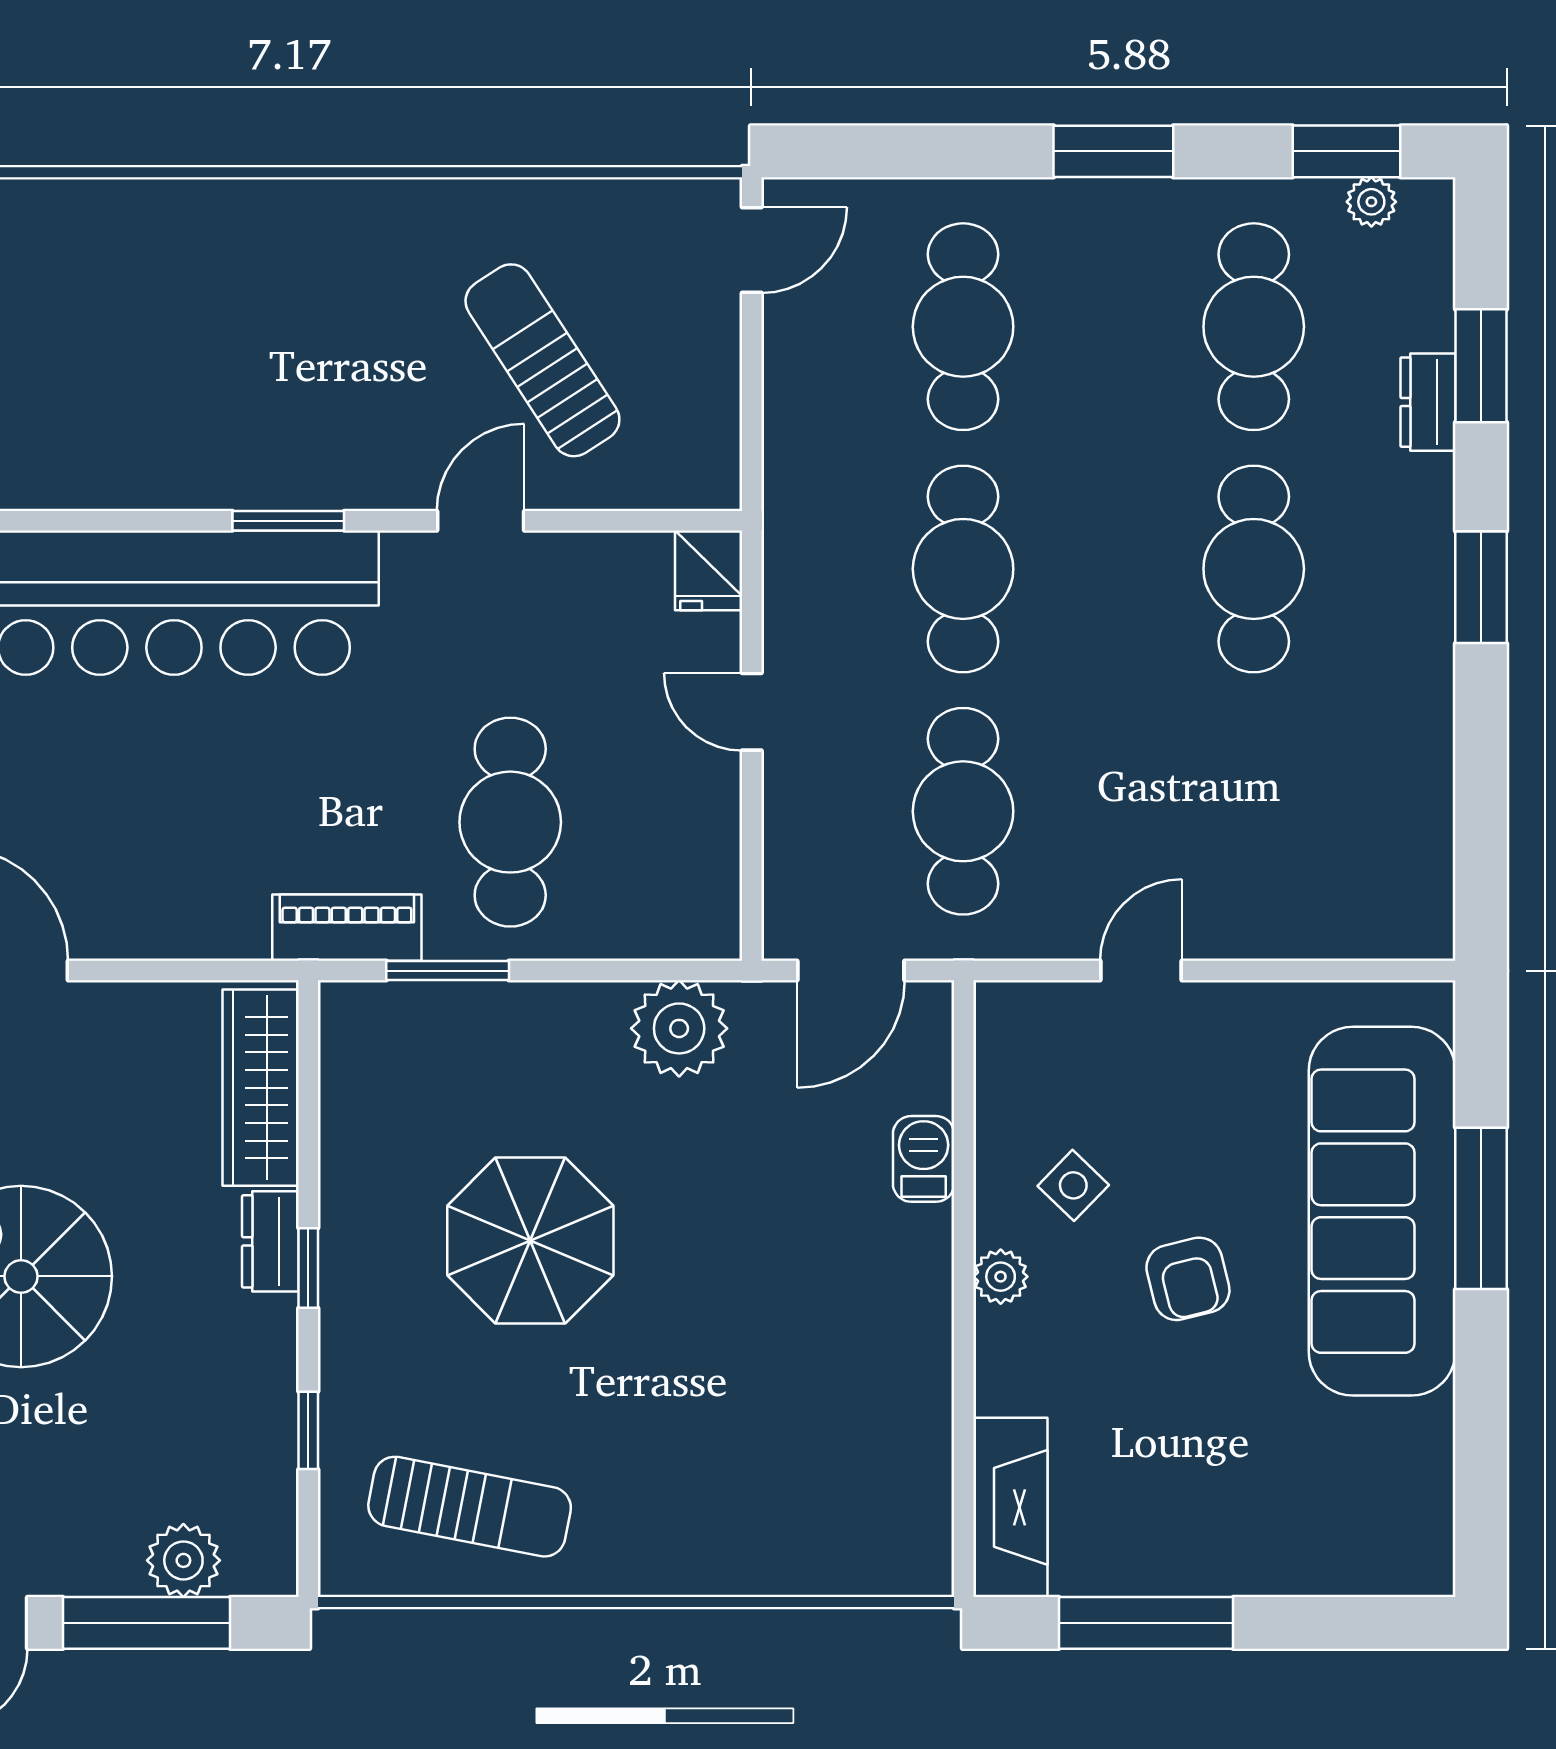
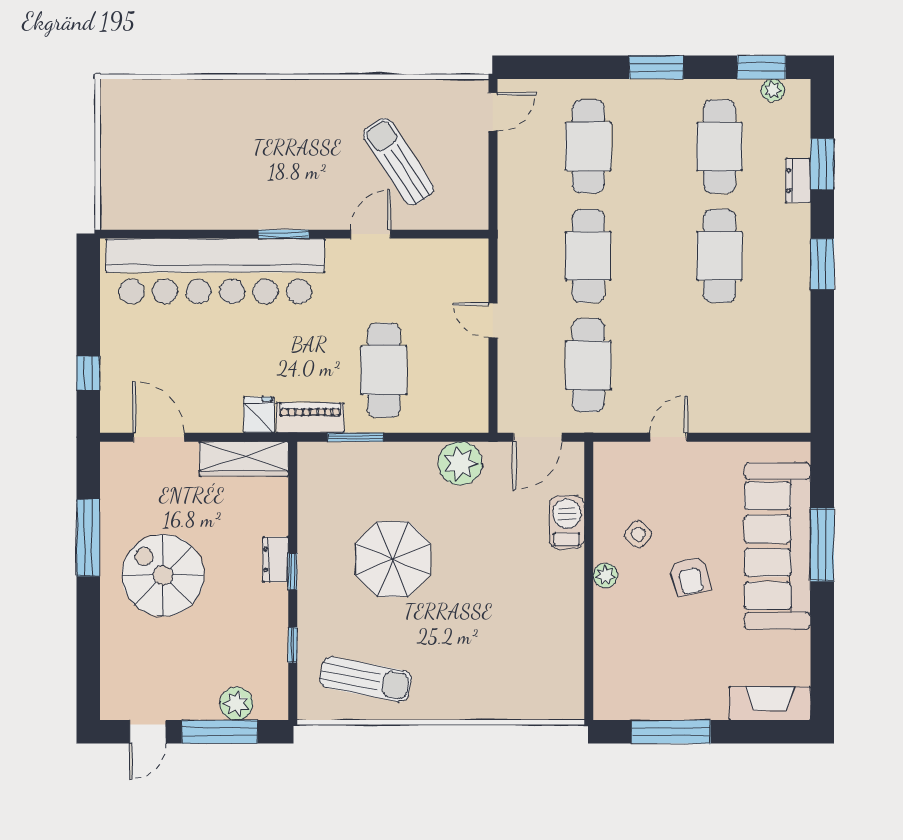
fridge: (709, 570) -> (259, 415), moved, turned 180
wardrobe: (261, 1088) -> (244, 459), moved, turned -90
barbecue: (924, 1159) -> (567, 522), width x1.38, depth x1.27
fireplace: (1010, 1507) -> (770, 703), moved, turned -90

